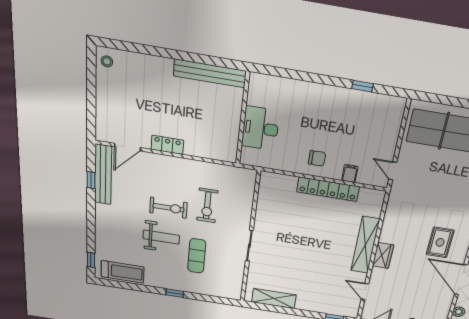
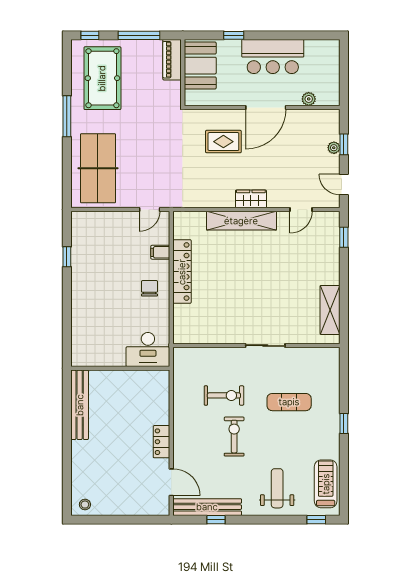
desk: (260, 128) -> (148, 349), moved
weight bench: (161, 237) -> (277, 488), moved

